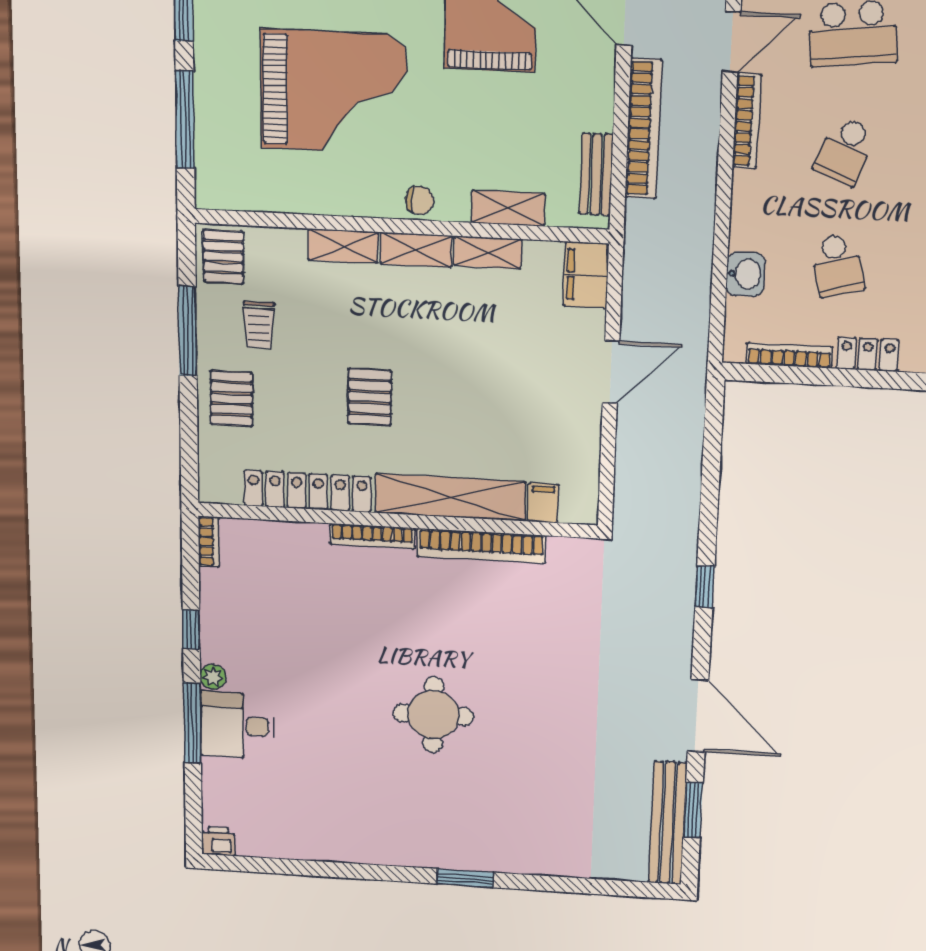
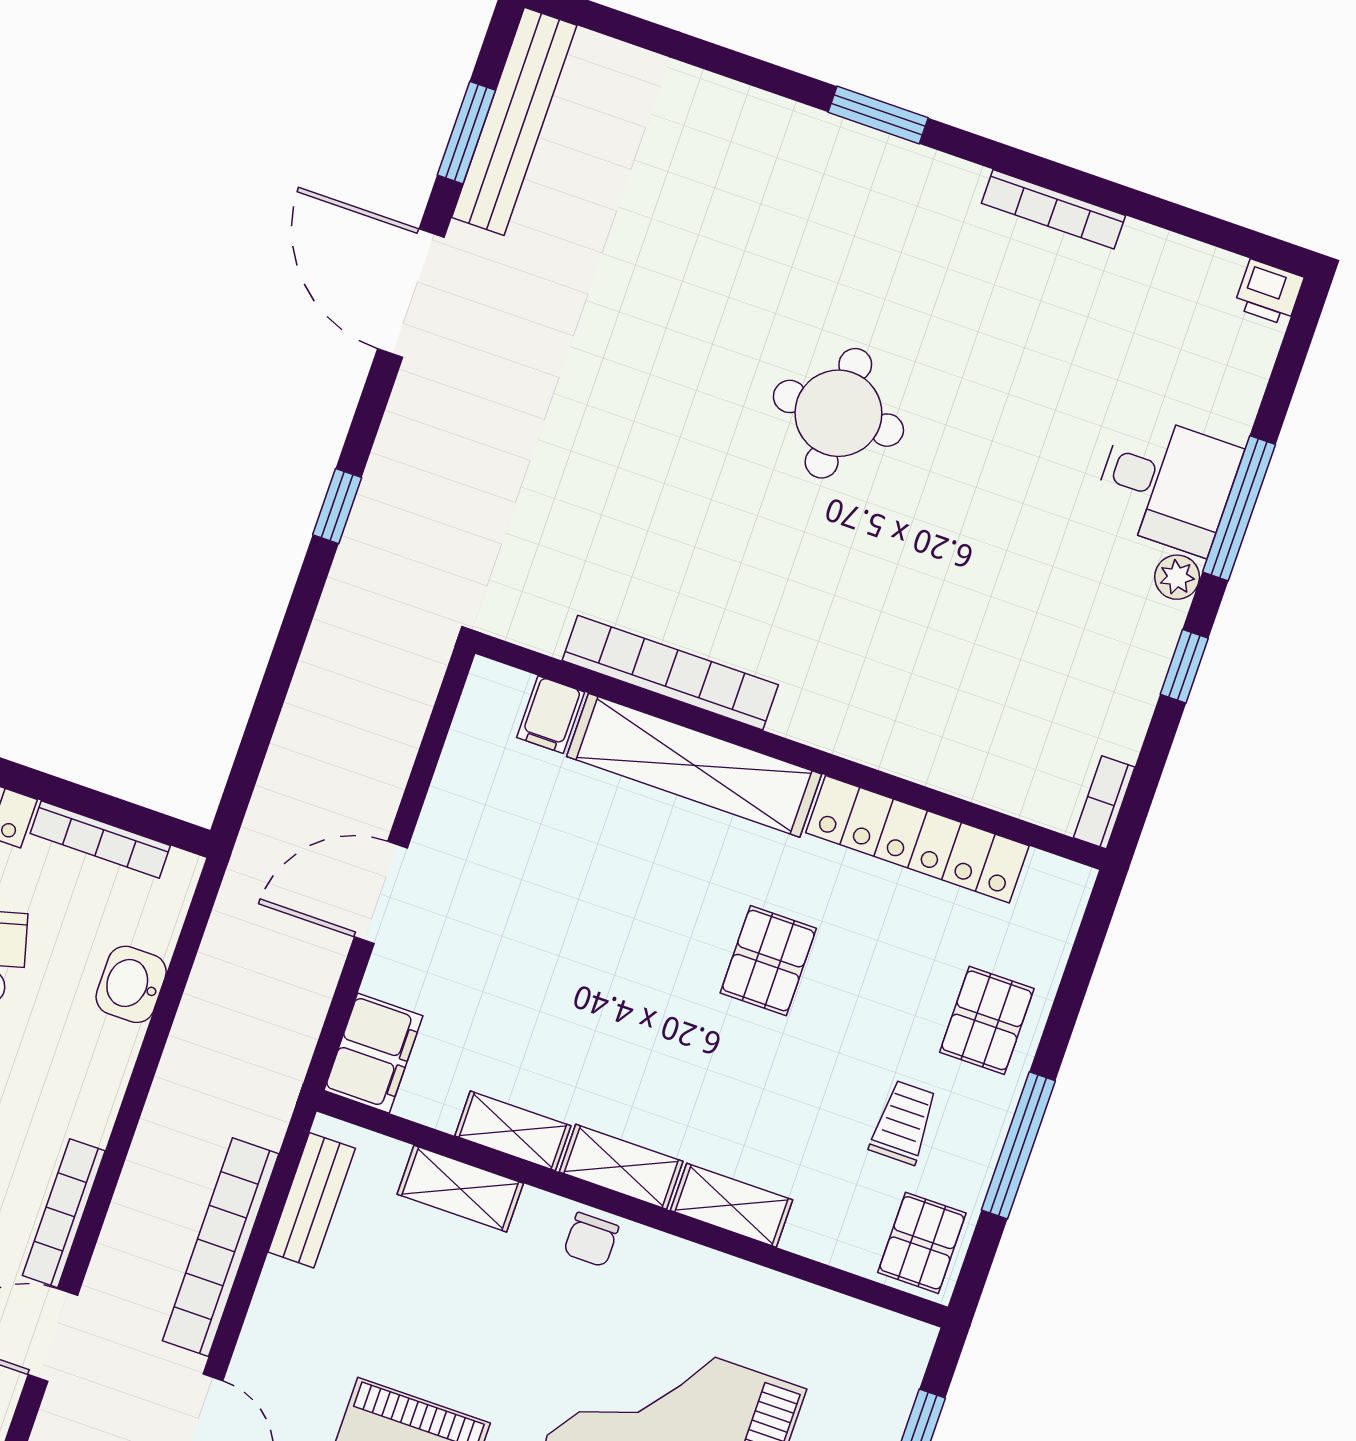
chair: (420, 200) -> (591, 1240), turned -93
bookcase: (372, 536) -> (1054, 209), moved, turned 180

